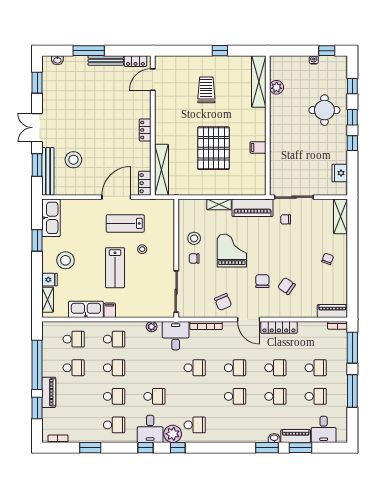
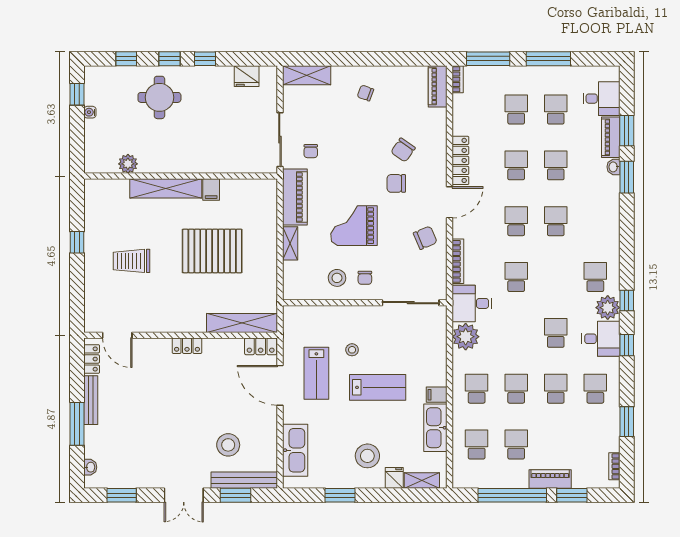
shelving: (259, 81) -> (166, 188), moved
kitchen sink: (51, 218) -> (295, 450), moved, turned 90
plant: (152, 327) -> (466, 337), width x1.87, depth x1.87

